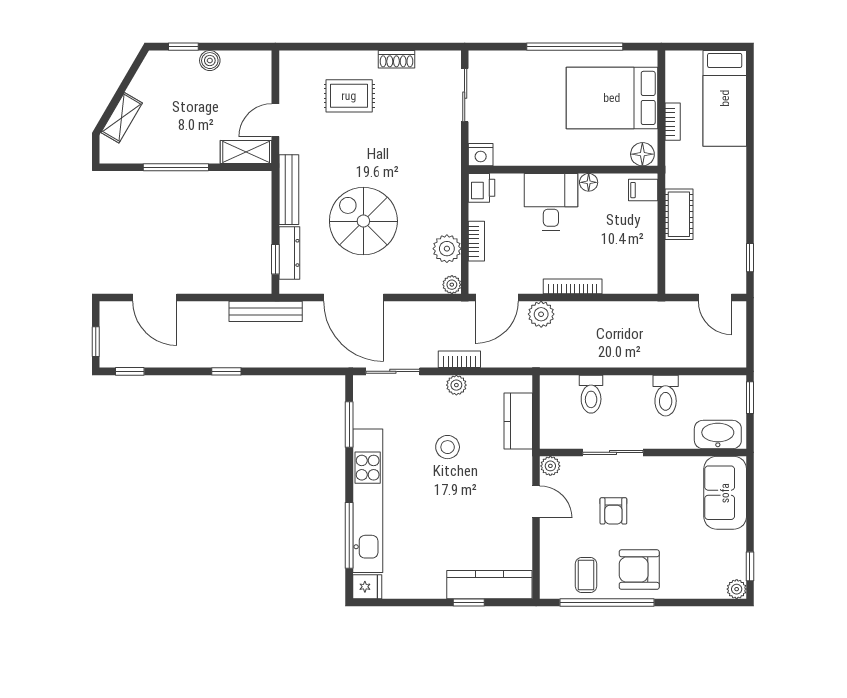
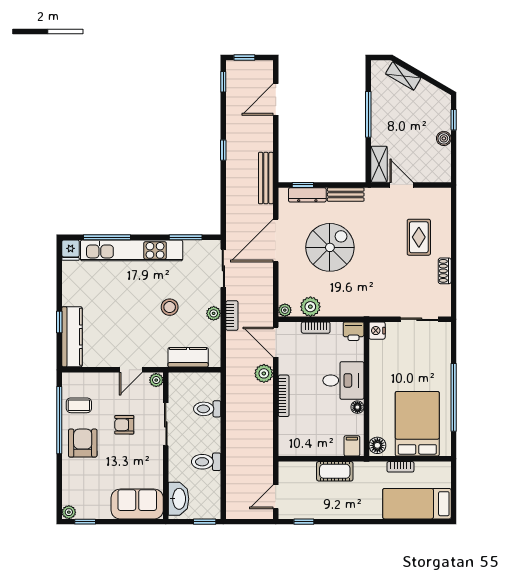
bench: (289, 190) -> (346, 195), width x0.73

